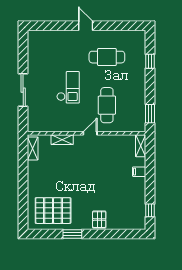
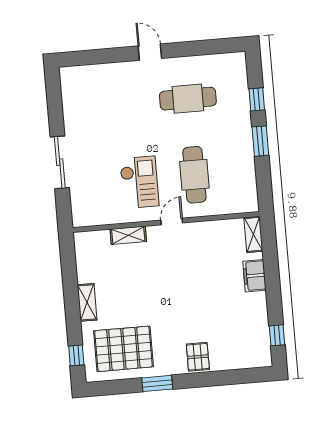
checkout: (68, 87) -> (139, 182), moved
window: (150, 114) -> (260, 141), moved
shelving: (33, 148) -> (87, 302), moved
filing cabinet: (139, 172) -> (254, 276), width x2.00
window: (23, 212) -> (76, 355), added

